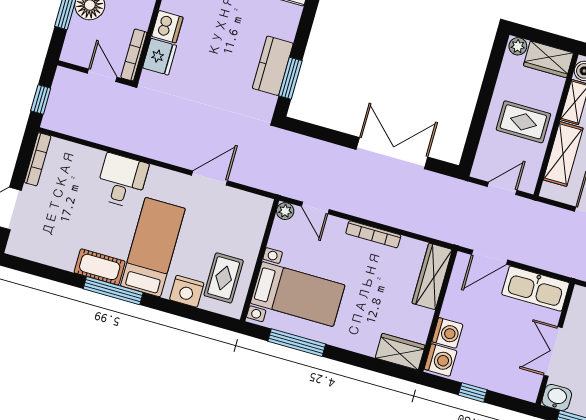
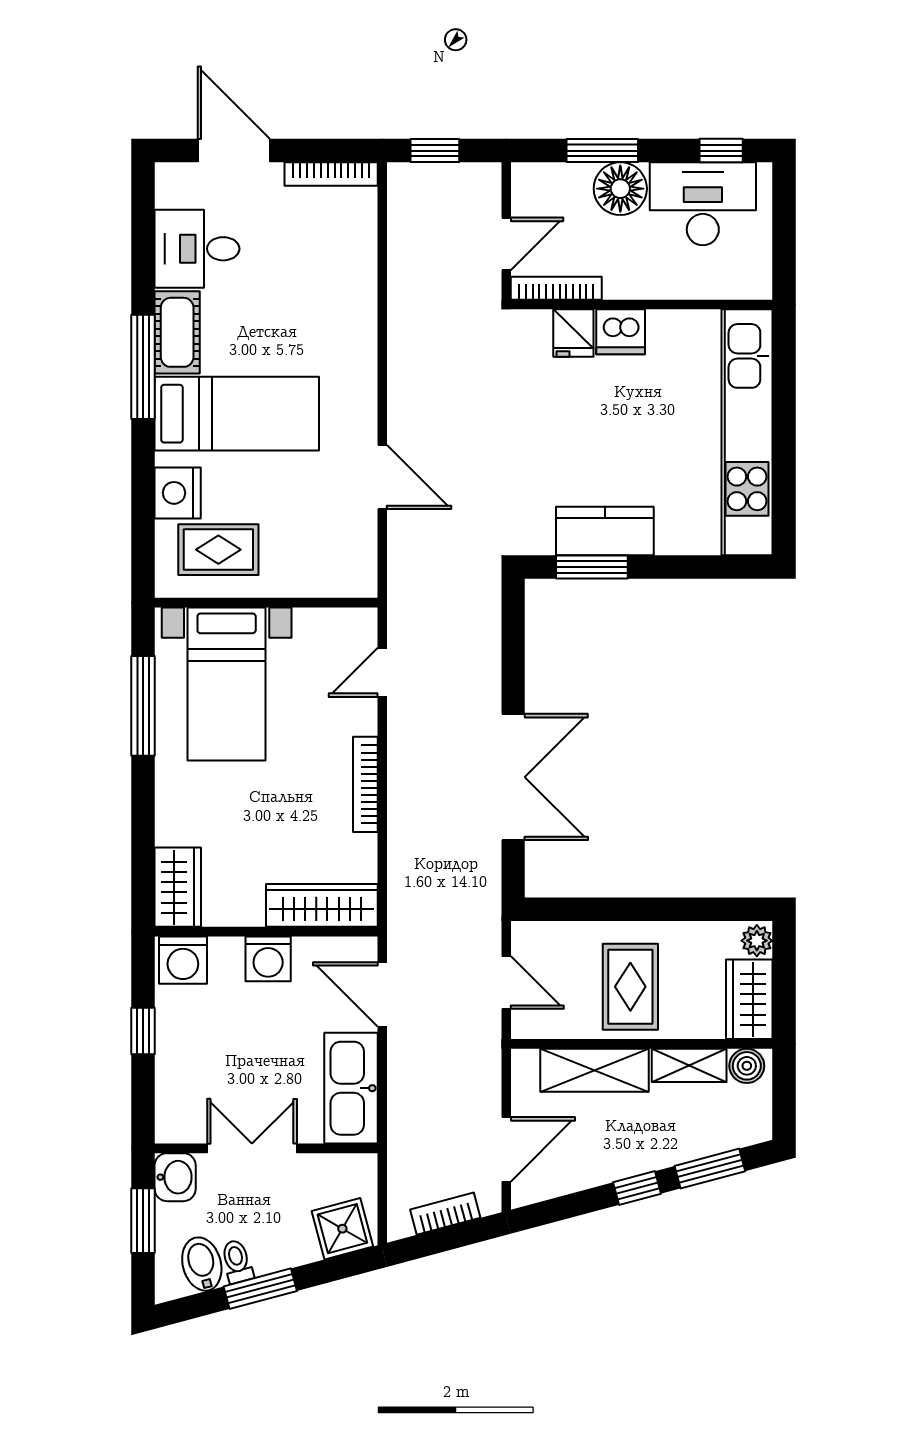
fridge: (160, 57) -> (573, 333), width x0.72
desk: (122, 181) -> (197, 249), moved, turned 180
plant: (285, 211) -> (362, 622), removed
washing machine: (447, 333) -> (268, 959), moved

